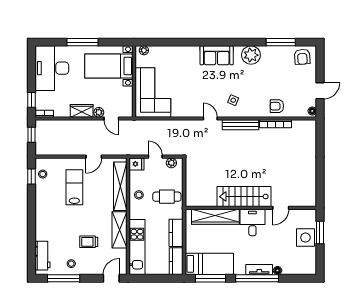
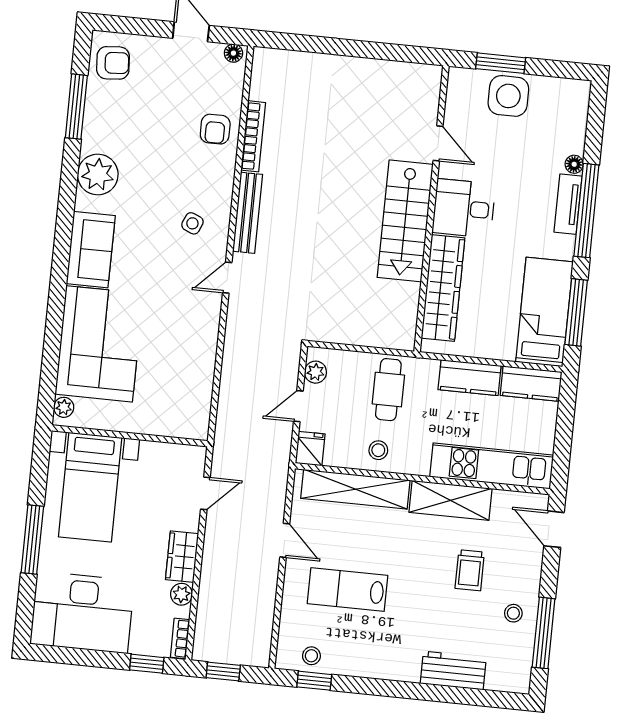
corner sofa: (153, 92) -> (99, 344), moved, turned 90
plant: (99, 112) -> (181, 594), moved
workbench: (42, 256) -> (453, 671), moved

